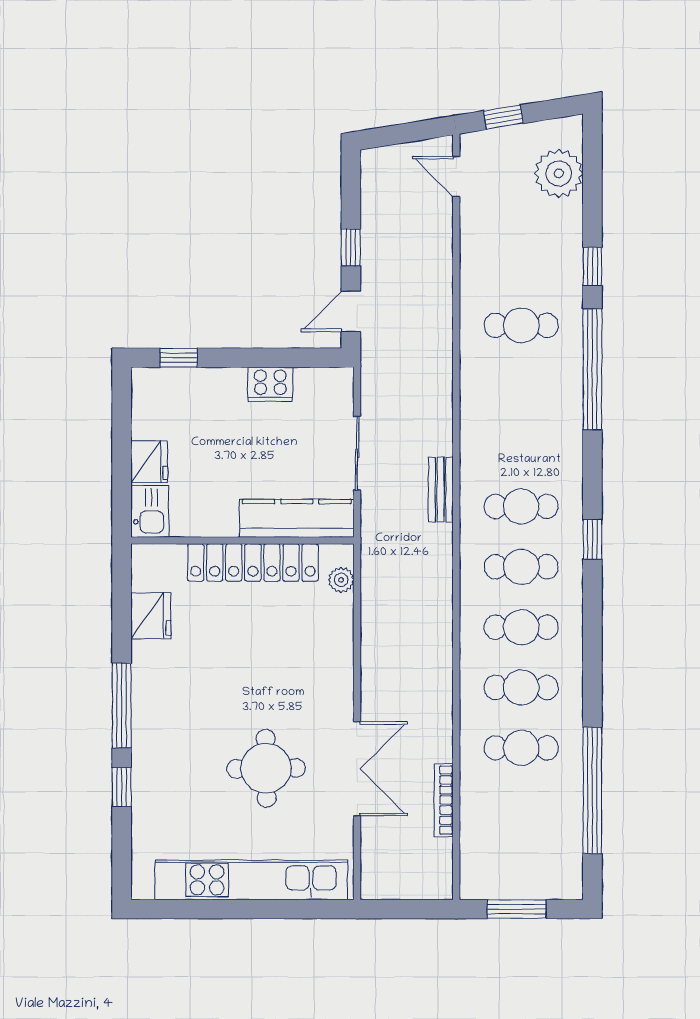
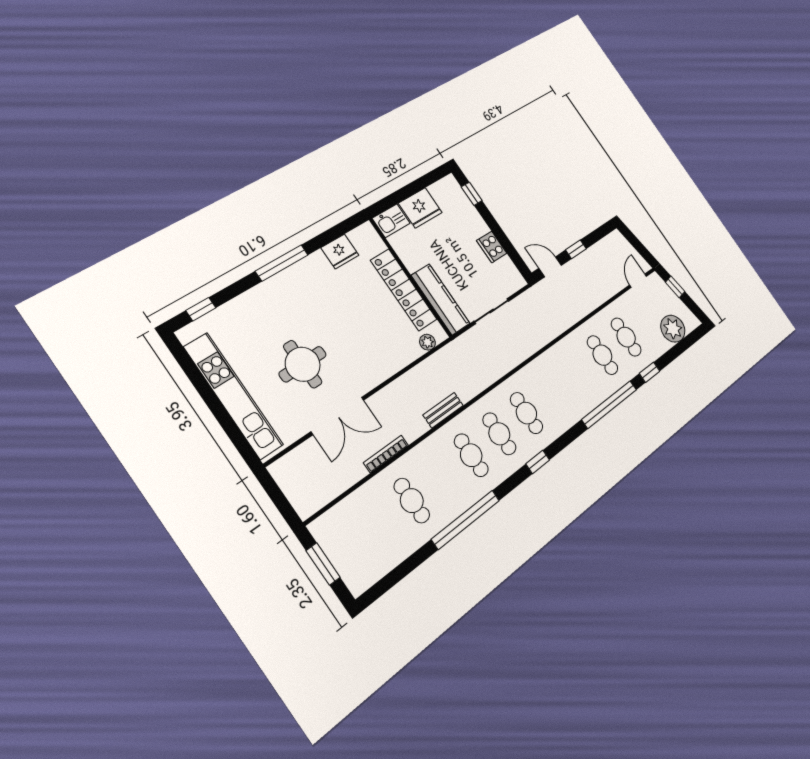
fridge: (149, 462) -> (420, 208), width x1.36, depth x1.34
bench: (441, 490) -> (443, 410), moved
cafe table: (521, 688) -> (626, 337), moved
window: (122, 787) -> (201, 309), moved
window: (592, 790) -> (466, 520), moved
bookcase: (444, 800) -> (386, 454), moved

